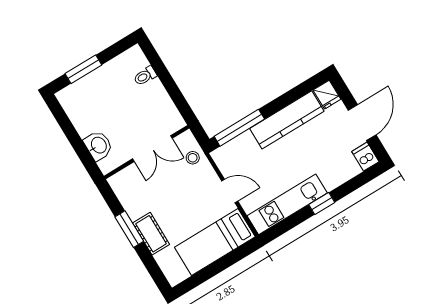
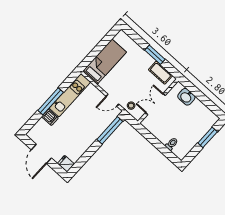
kitchen counter: (287, 120) -> (84, 143), removed
dishwasher: (365, 157) -> (50, 117), moved
door: (230, 191) -> (112, 100), moved
window: (322, 203) -> (51, 101), width x2.17
cot: (151, 234) -> (160, 73), moved

